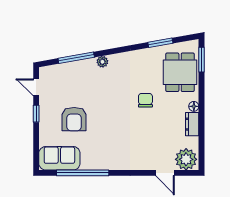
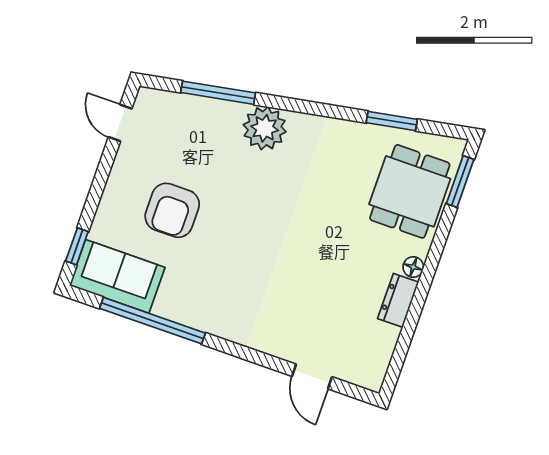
plant: (102, 62) -> (265, 128), width x1.88, depth x1.88
chair: (145, 100) -> (324, 222), removed
window: (36, 114) -> (77, 246), moved
plant: (186, 159) -> (362, 364), removed

